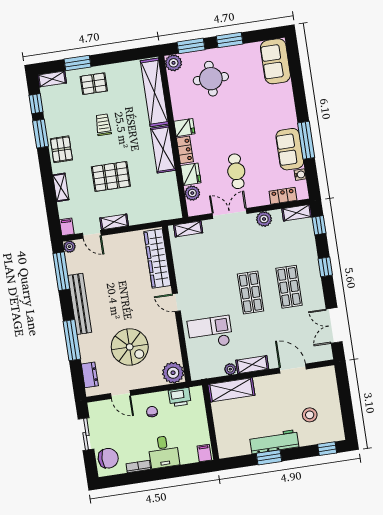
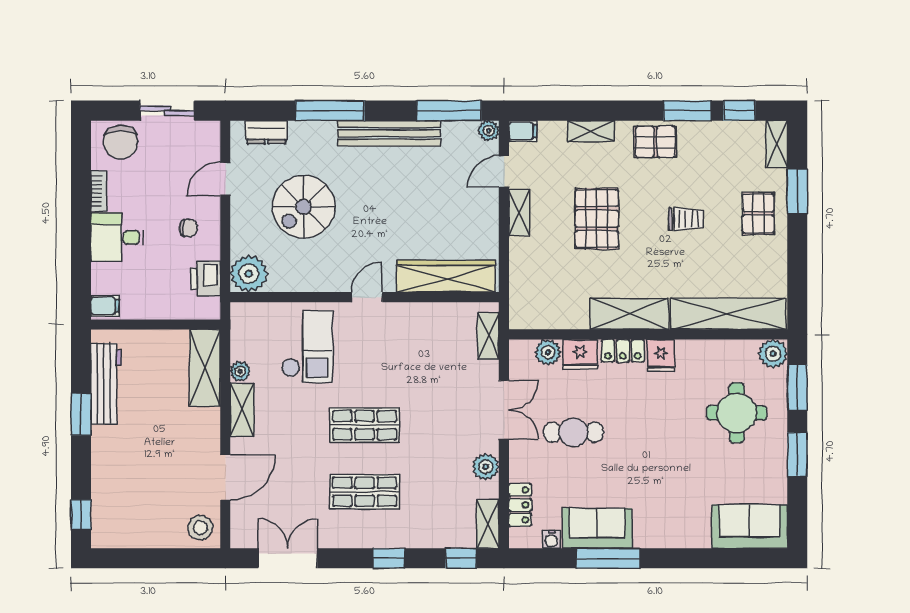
stool: (310, 415) -> (200, 528), moved
workbench: (274, 442) -> (106, 384), moved

